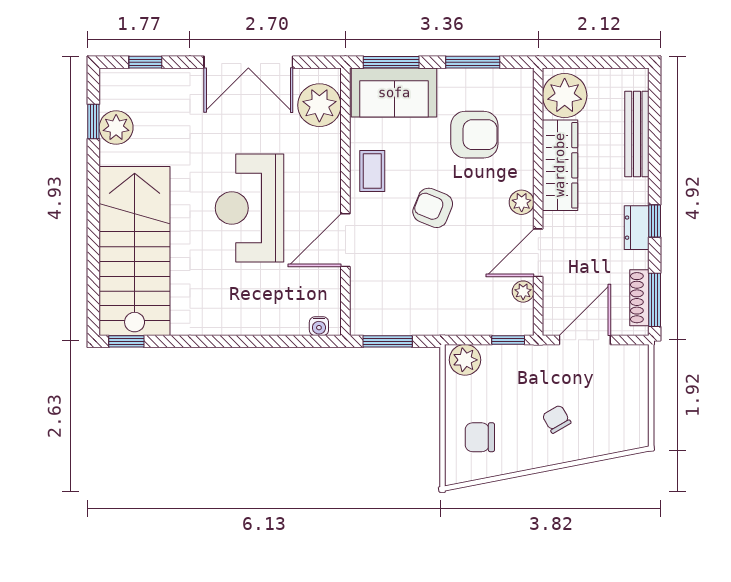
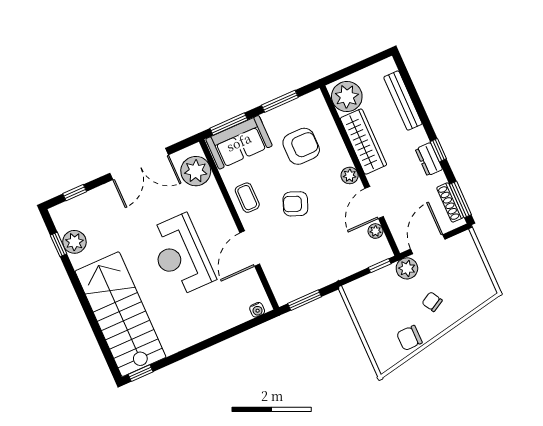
plant: (465, 360) -> (407, 268), moved
chair: (480, 437) -> (409, 338), moved

